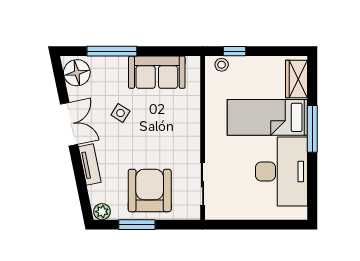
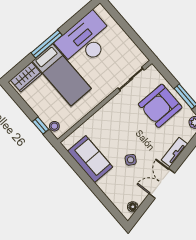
window: (112, 51) -> (100, 195), removed
floor lamp: (77, 73) -> (133, 207), width x0.53, depth x0.53

